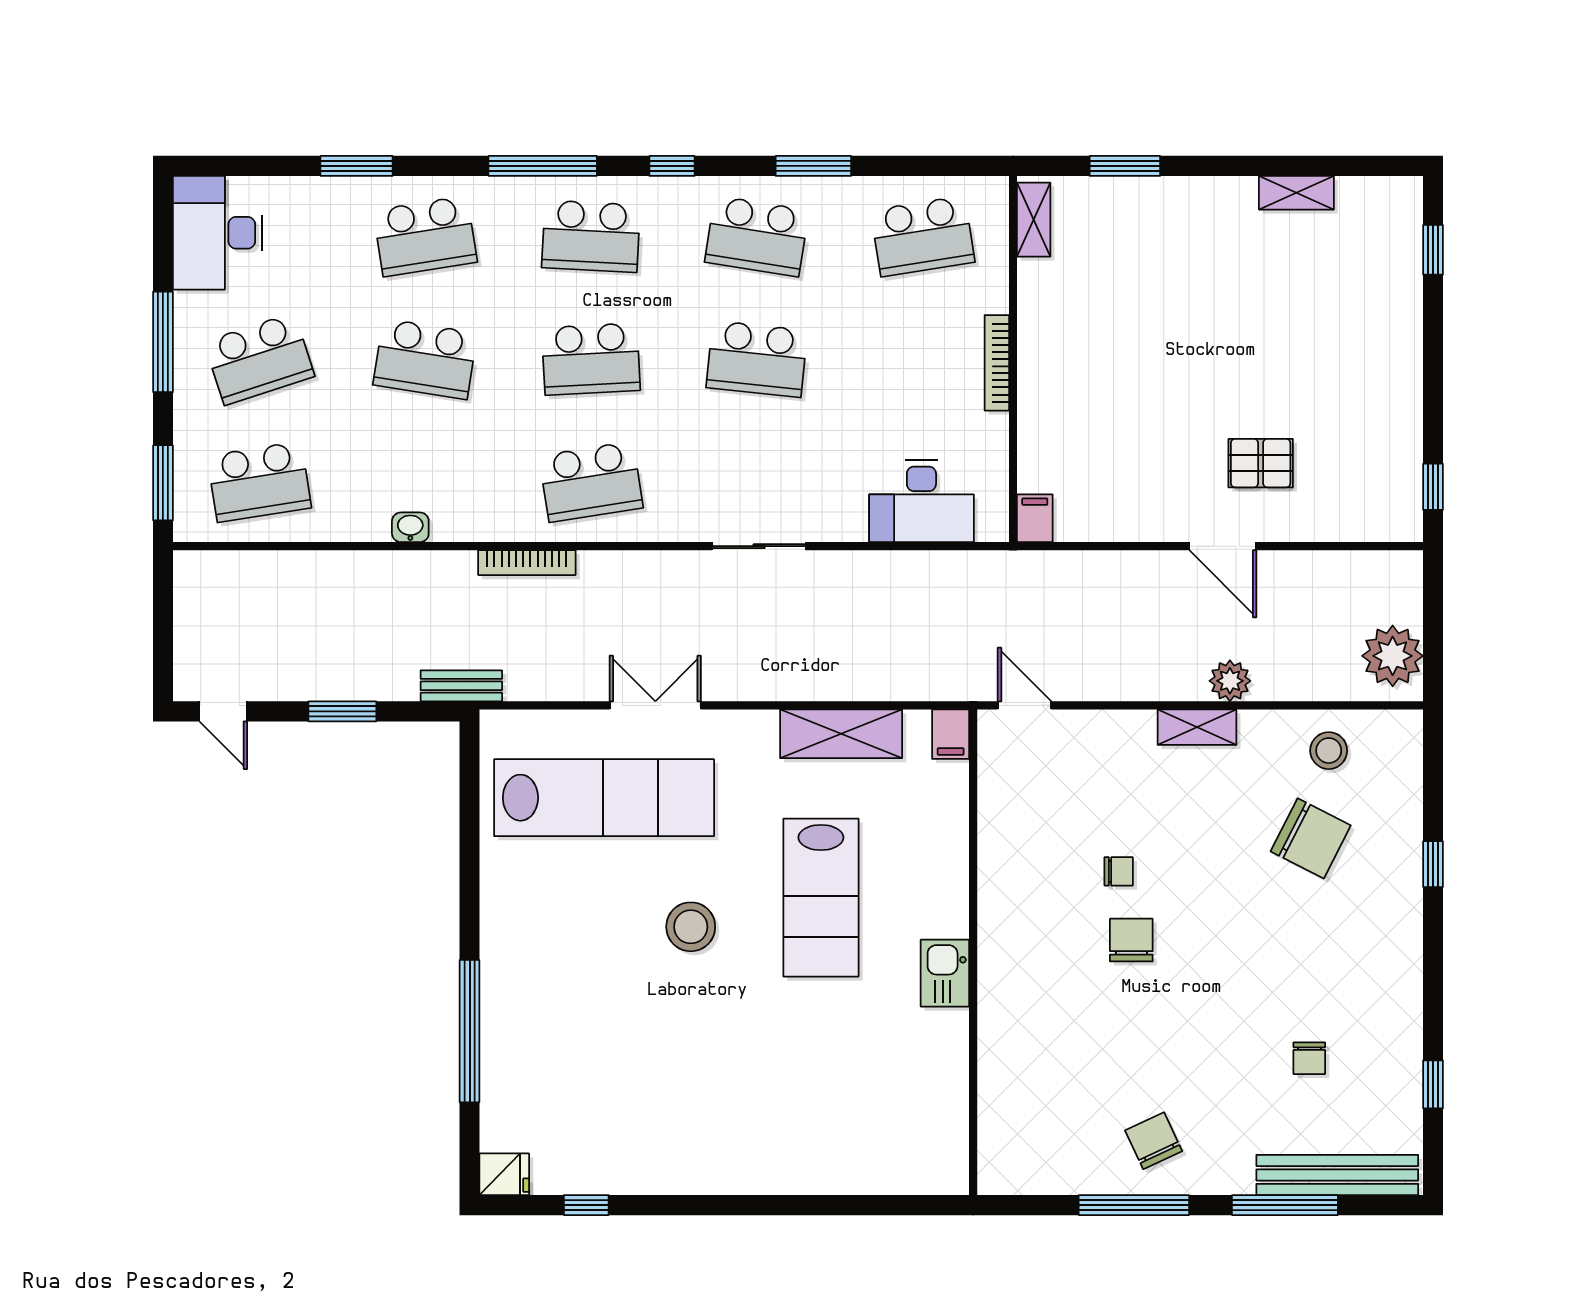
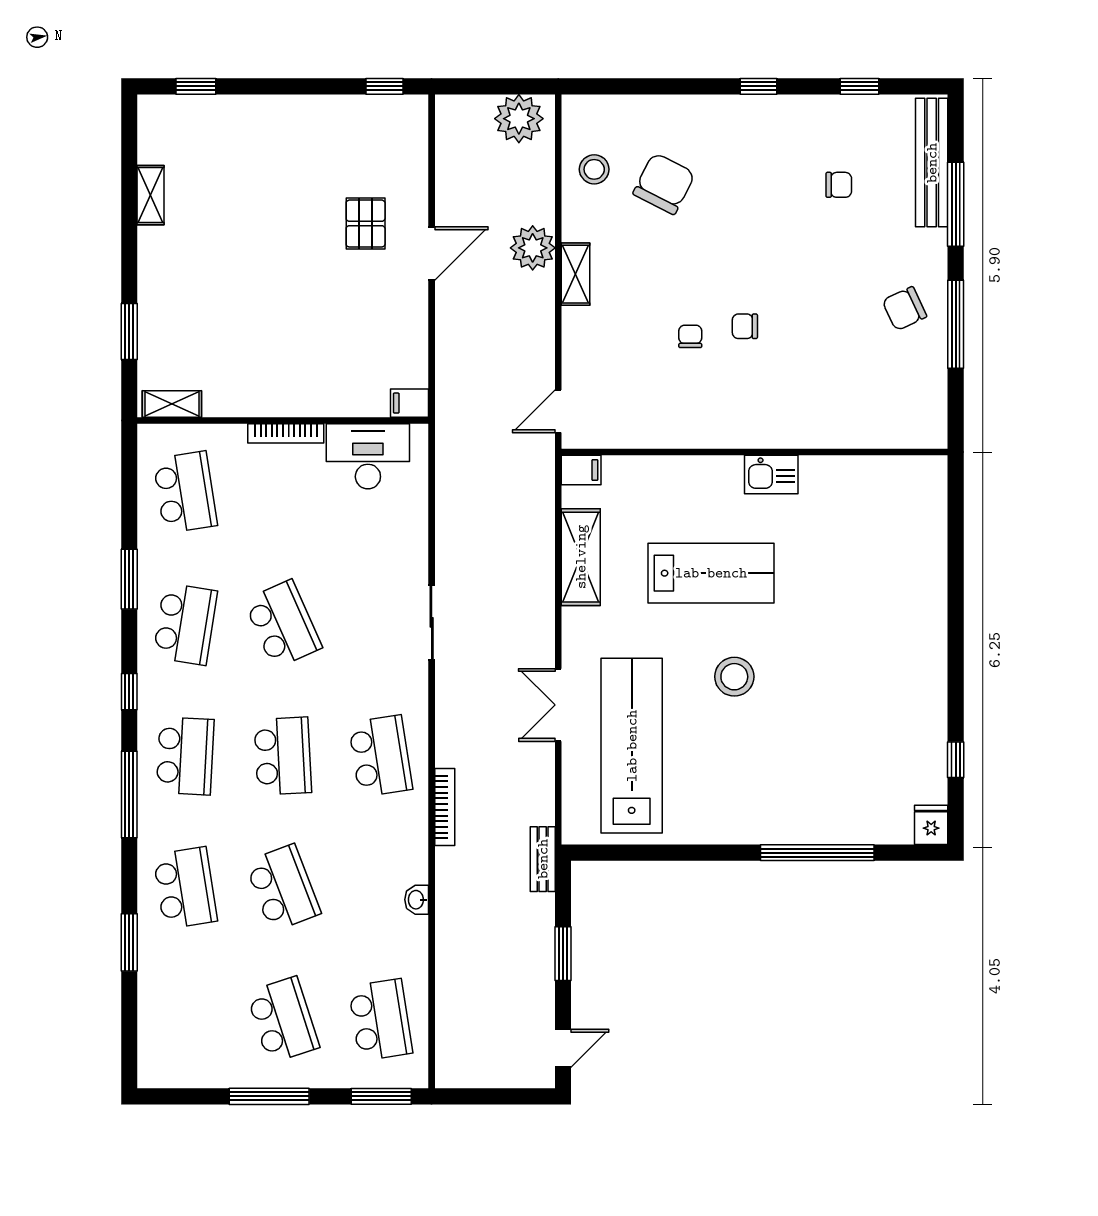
desk: (218, 233) -> (182, 1053), removed
school desk: (425, 359) -> (283, 888), turned -30
school desk: (757, 359) -> (283, 624), turned -30
desk: (921, 501) -> (368, 456), moved, turned -90
plant: (1230, 681) -> (533, 248), width x1.36, depth x1.36
window: (1433, 864) -> (758, 86), moved
chair: (1131, 940) -> (745, 326), width x0.73, depth x0.73

